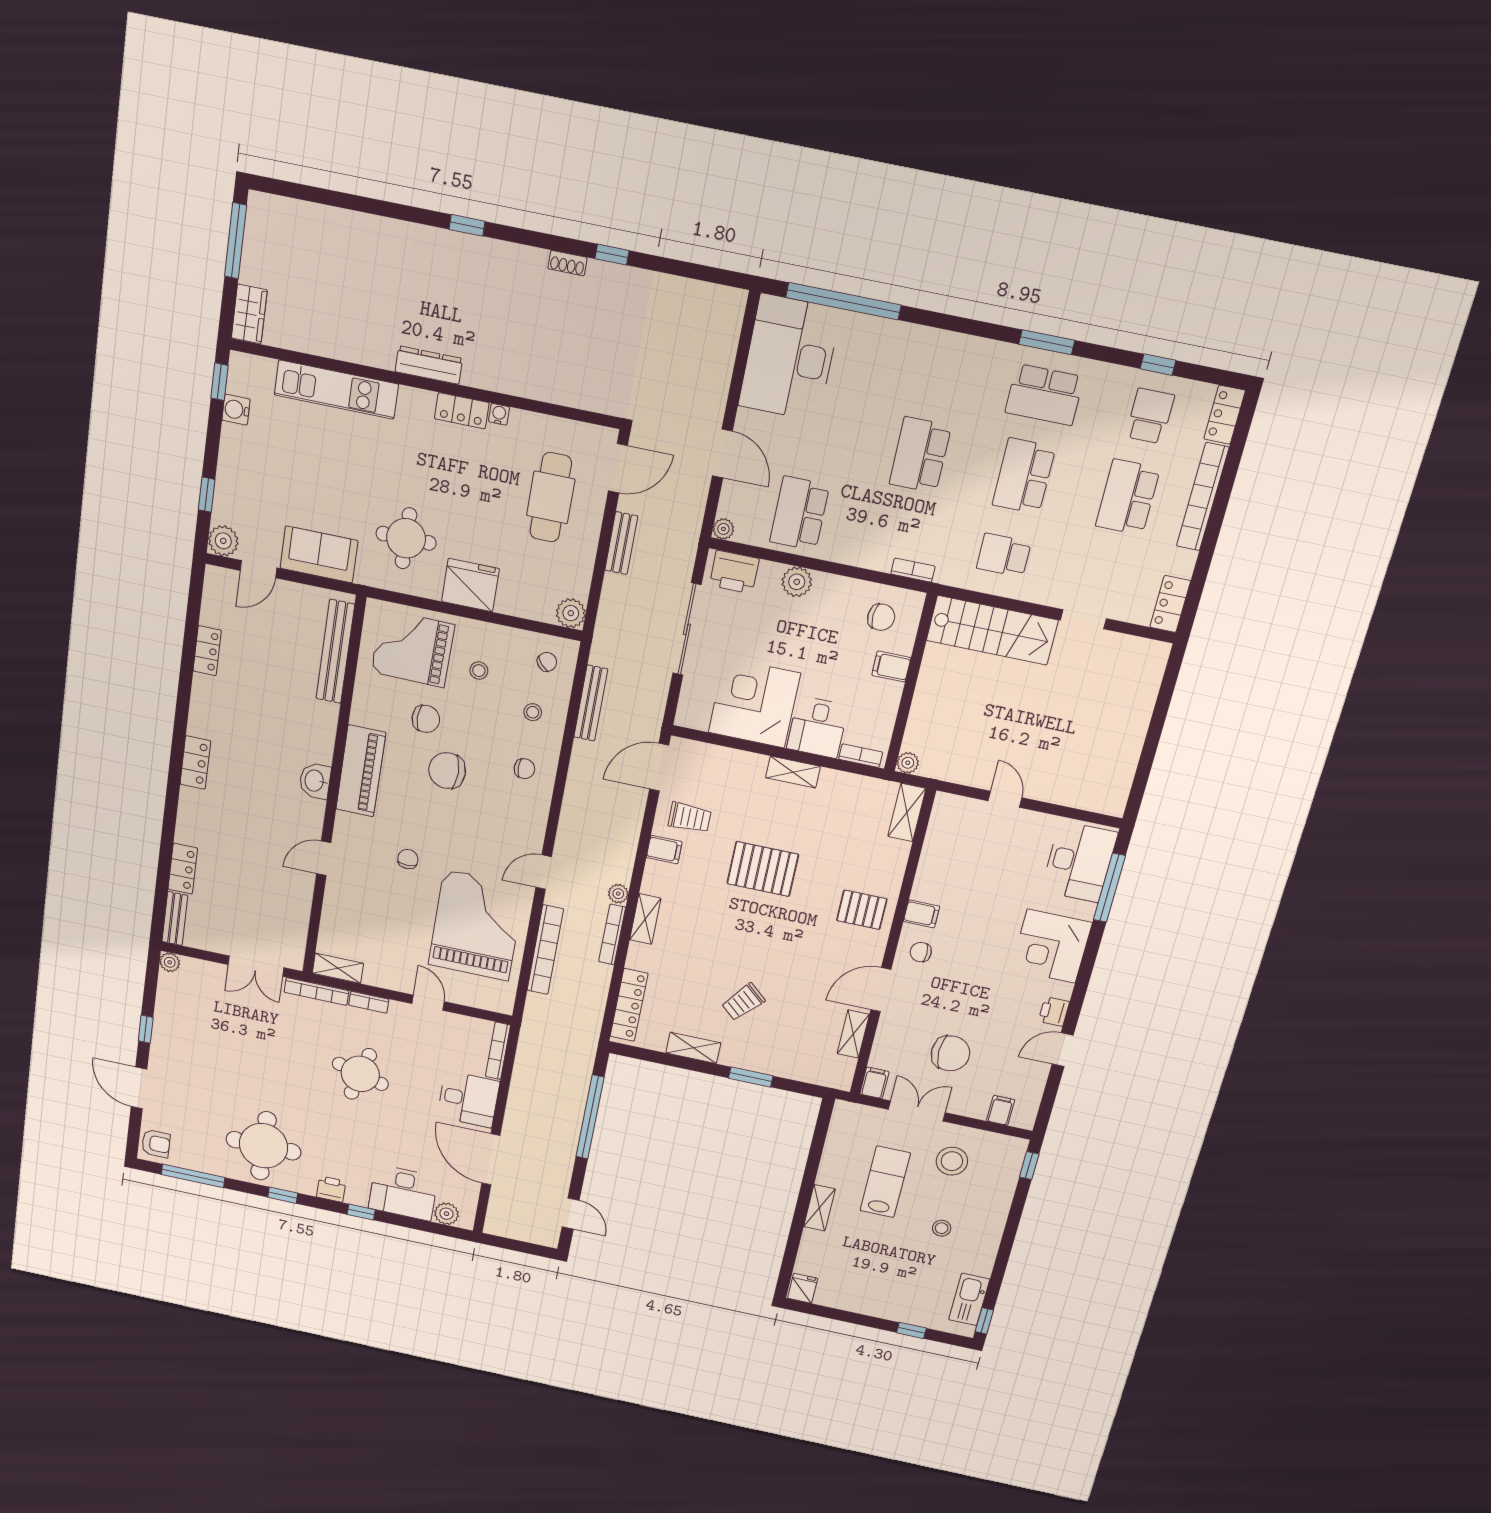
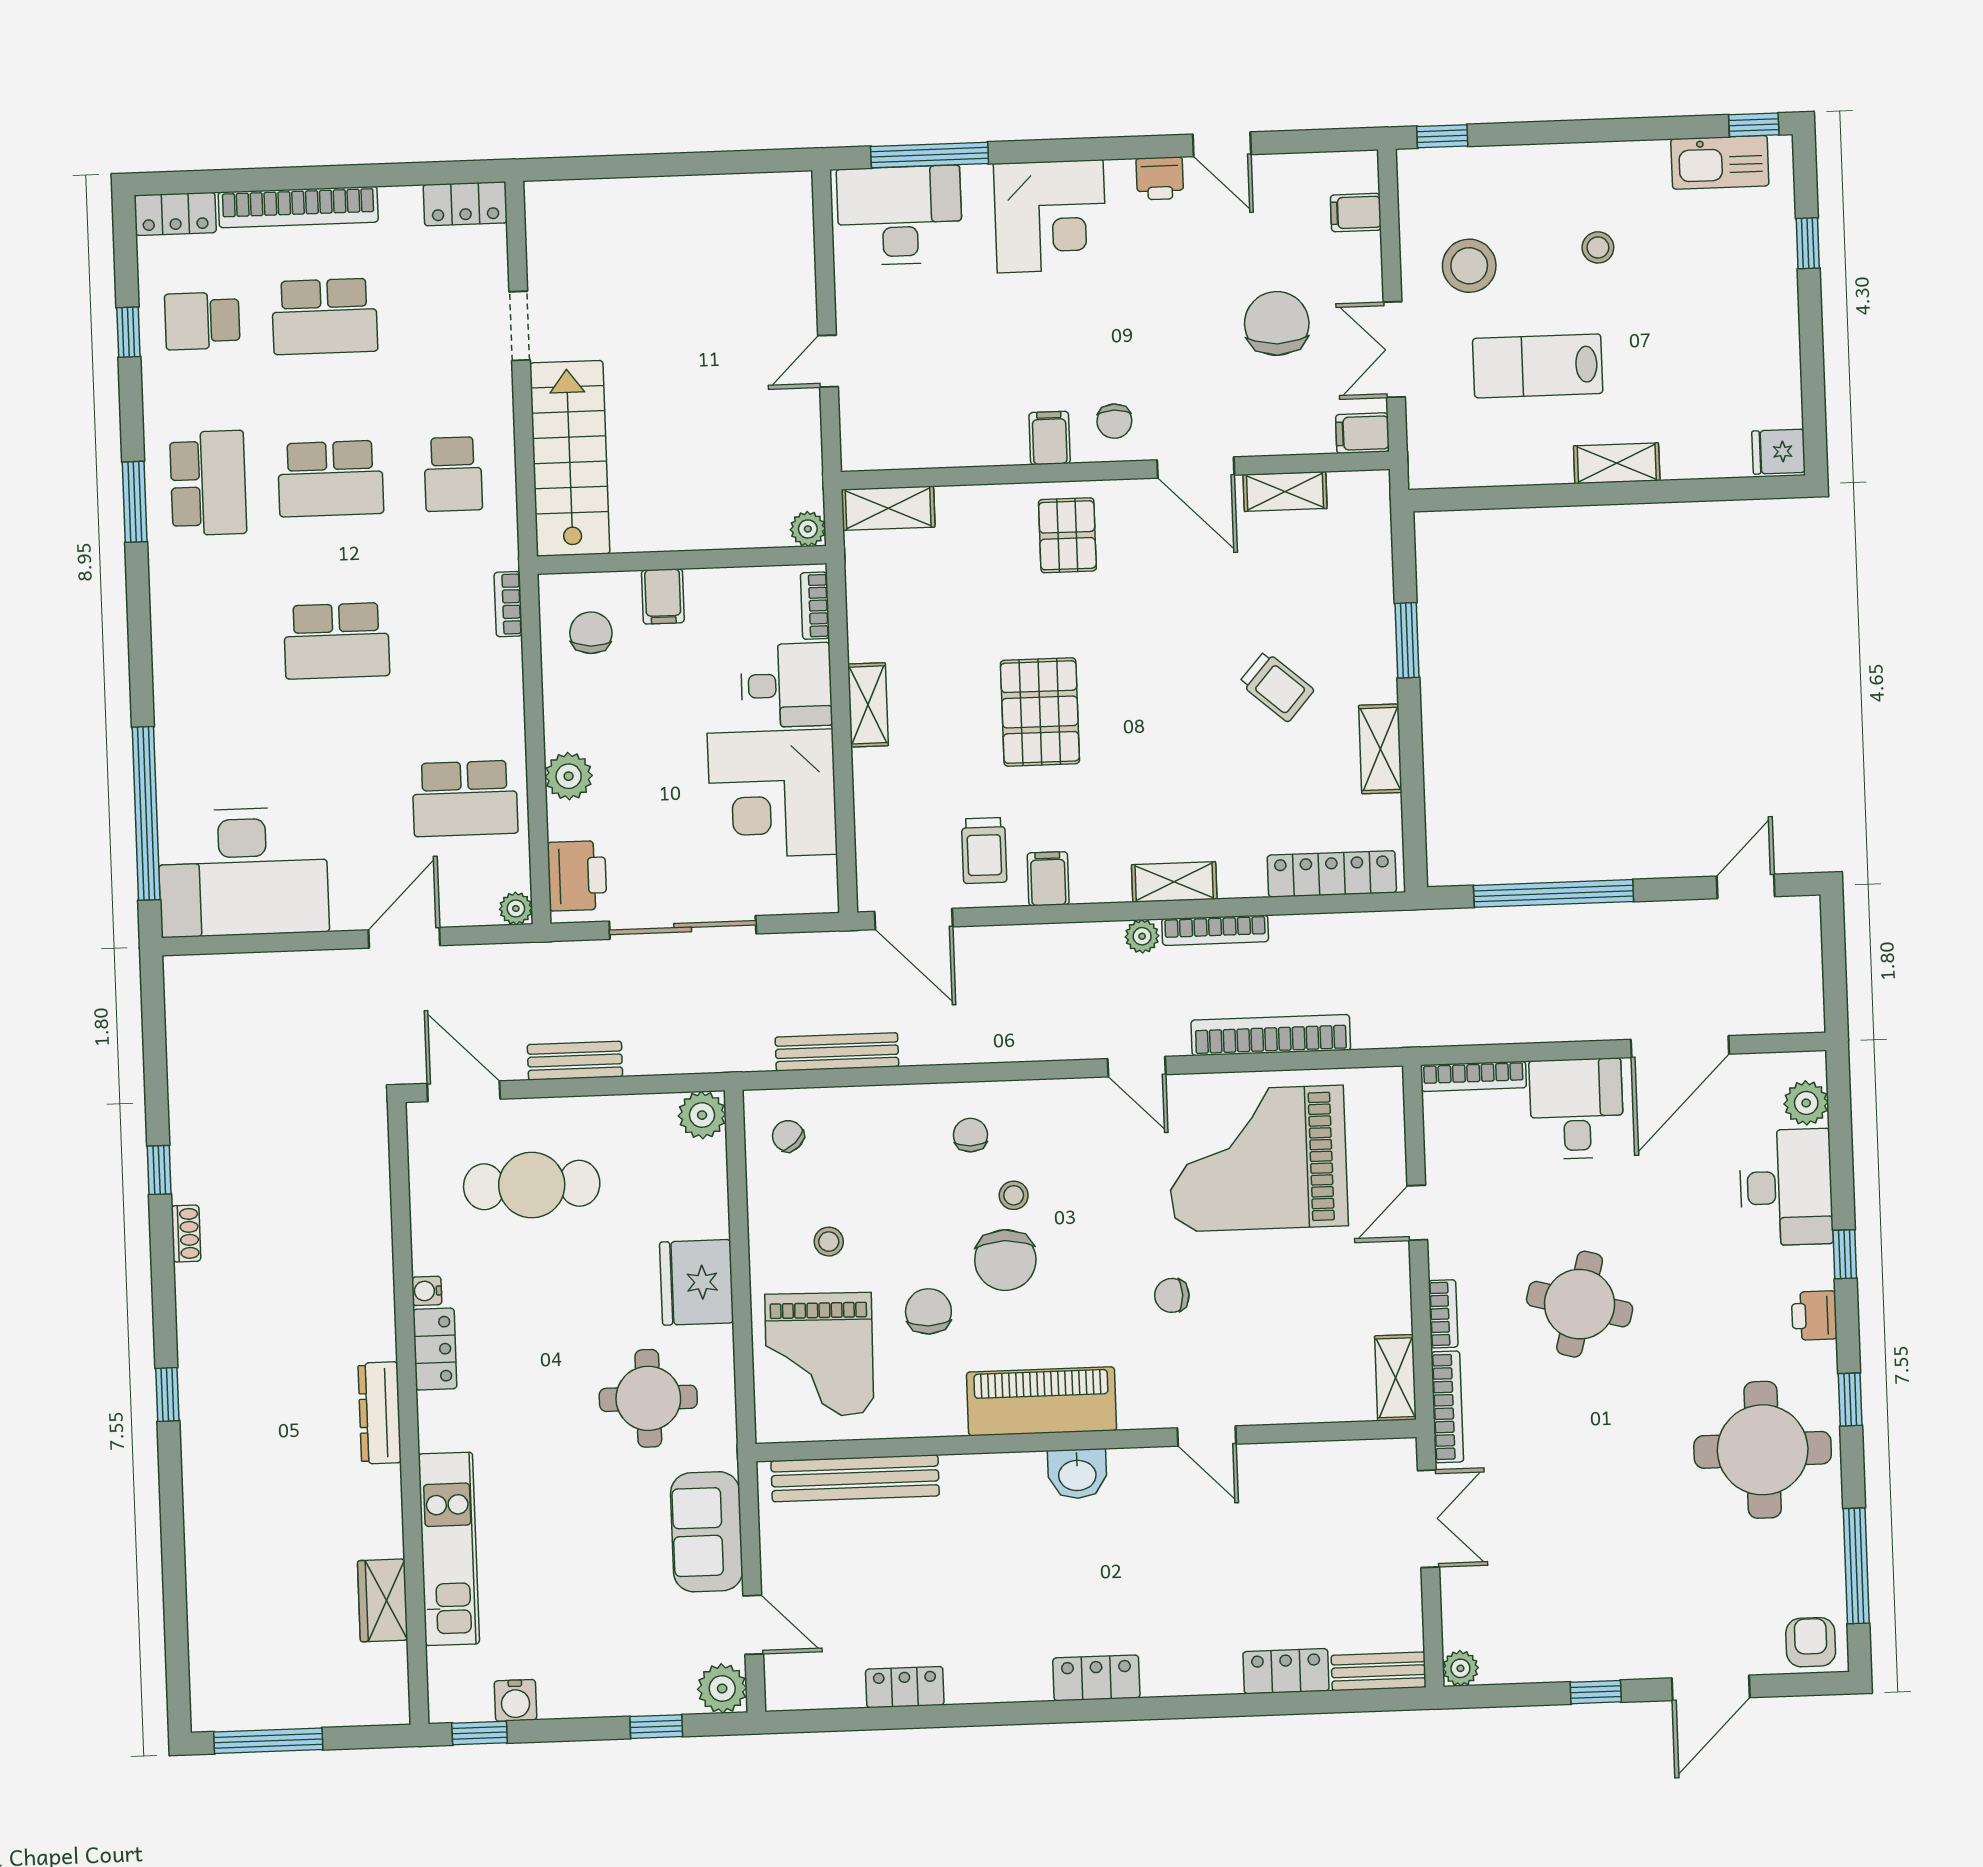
wardrobe: (249, 314) -> (383, 1600), moved, turned -90
stool: (533, 712) -> (1014, 1195), moved
trolley: (690, 818) -> (984, 851), turned 180

